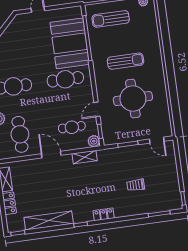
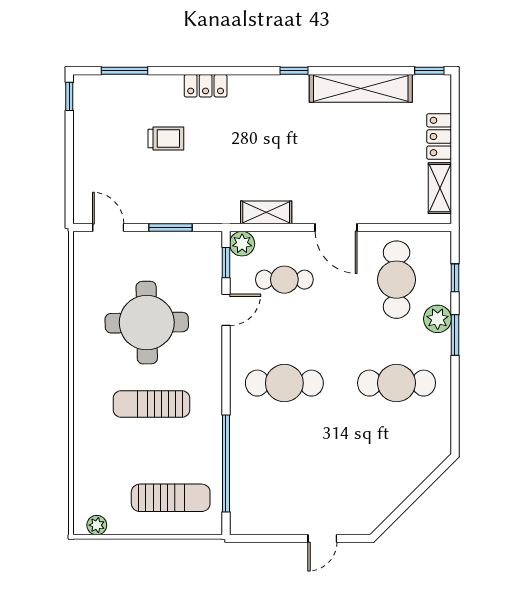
booth: (70, 43) -> (265, 458), removed
locker: (104, 214) -> (206, 86), moved

